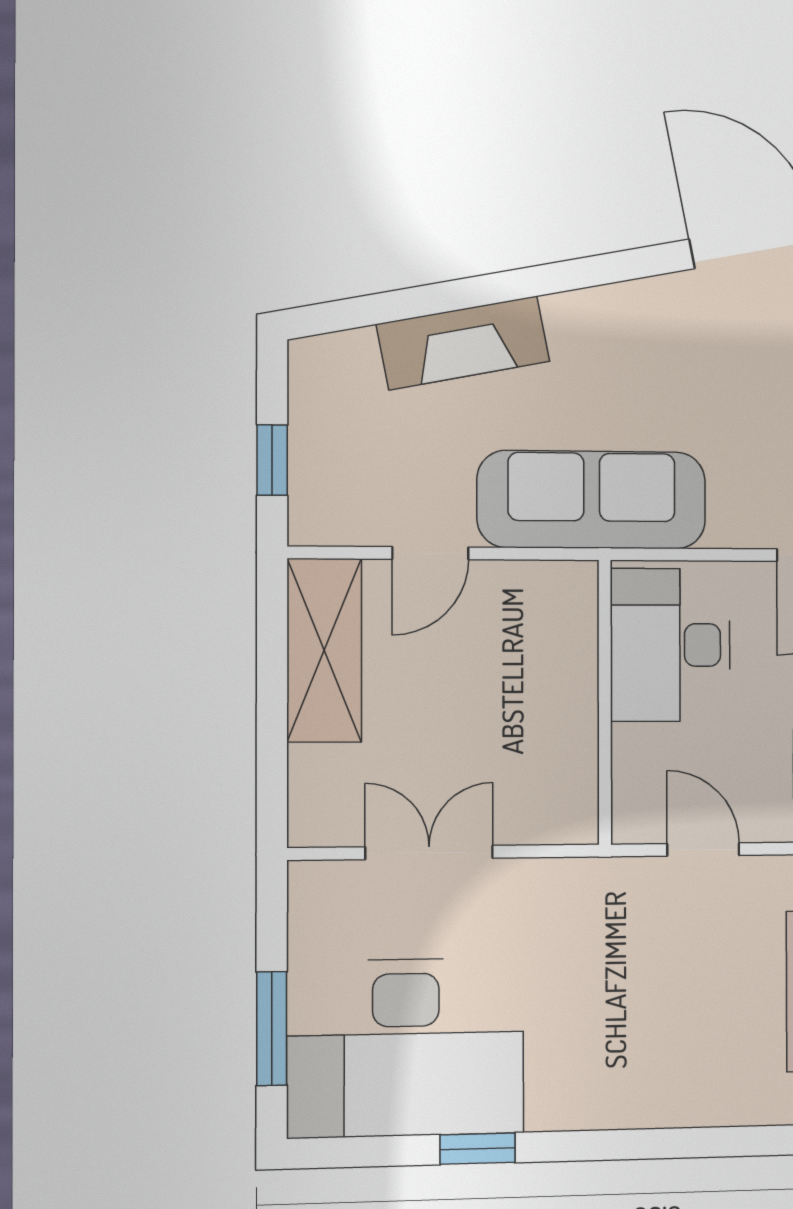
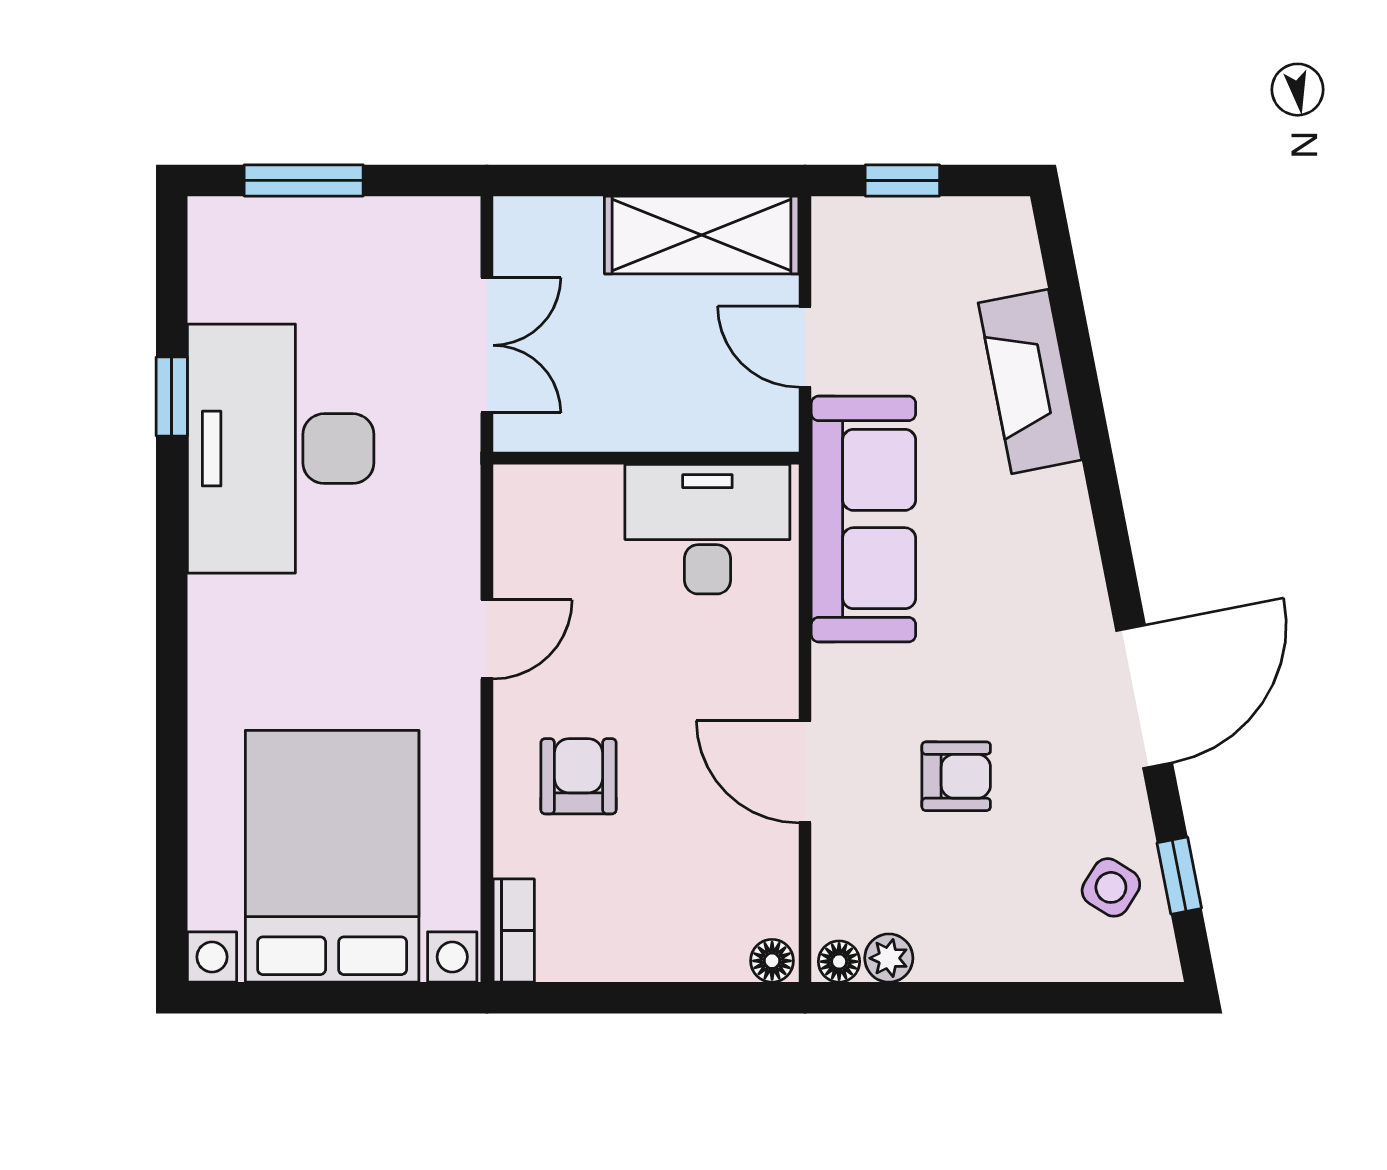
desk: (670, 645) -> (707, 529), moved
wall: (605, 702) -> (646, 458), moved
desk: (406, 1048) -> (281, 449), moved

